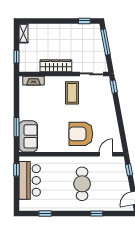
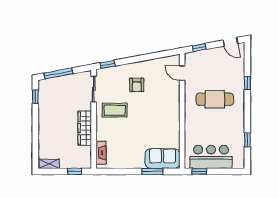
armchair: (81, 134) -> (137, 85), moved, width x0.53, depth x0.53

